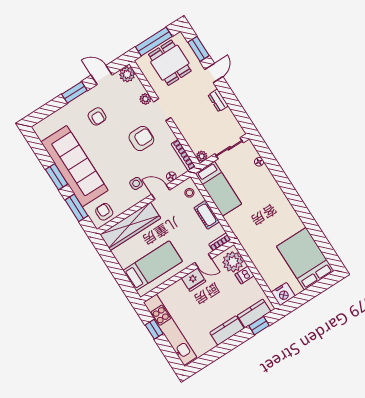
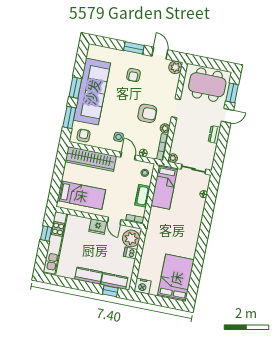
window: (154, 42) -> (210, 63), removed
dining table: (170, 63) -> (207, 85), width x1.38
plant: (145, 99) -> (165, 128), moved

